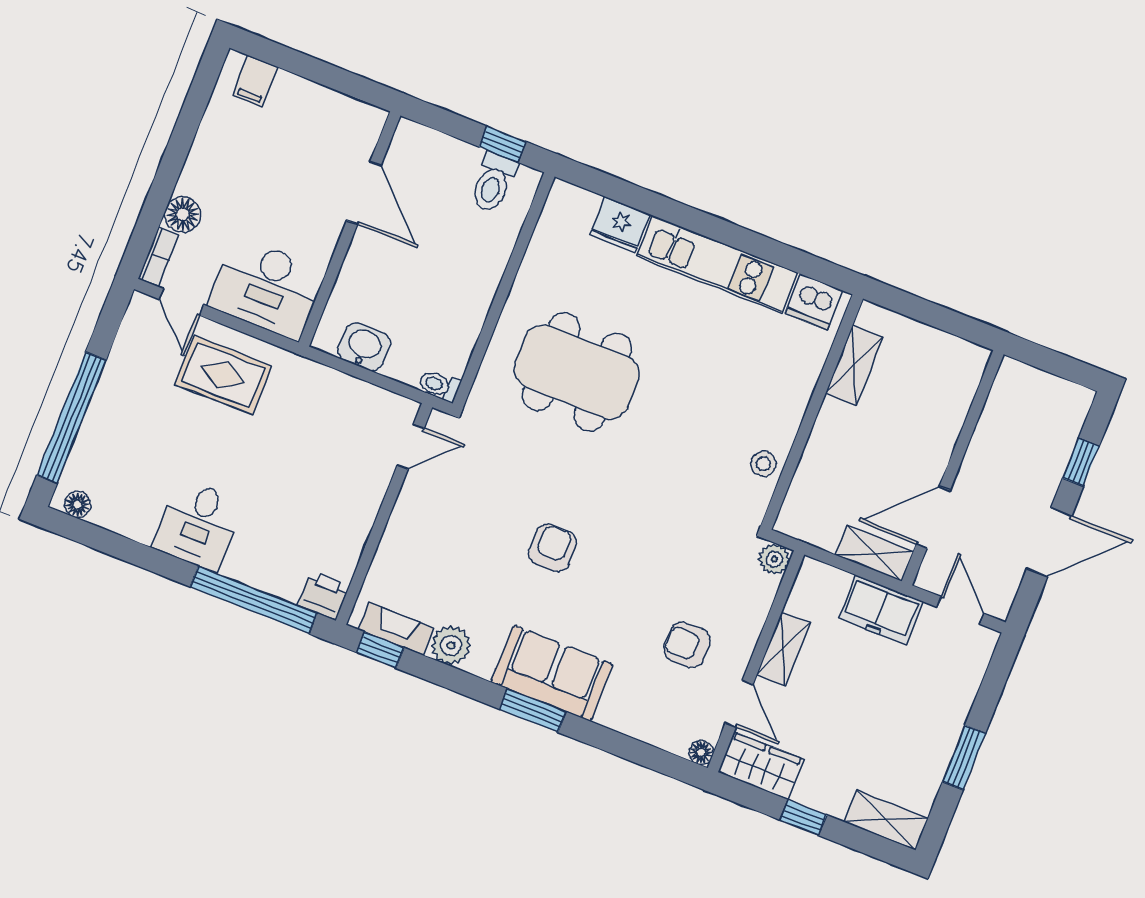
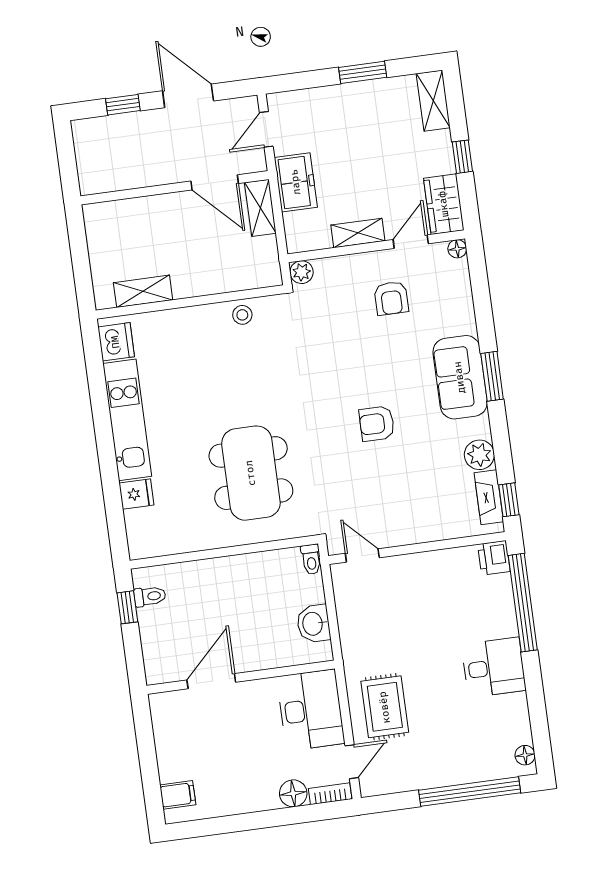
toilet: (493, 182) -> (150, 596), width x0.73, depth x0.72
fridge: (620, 225) -> (136, 494), width x0.72

